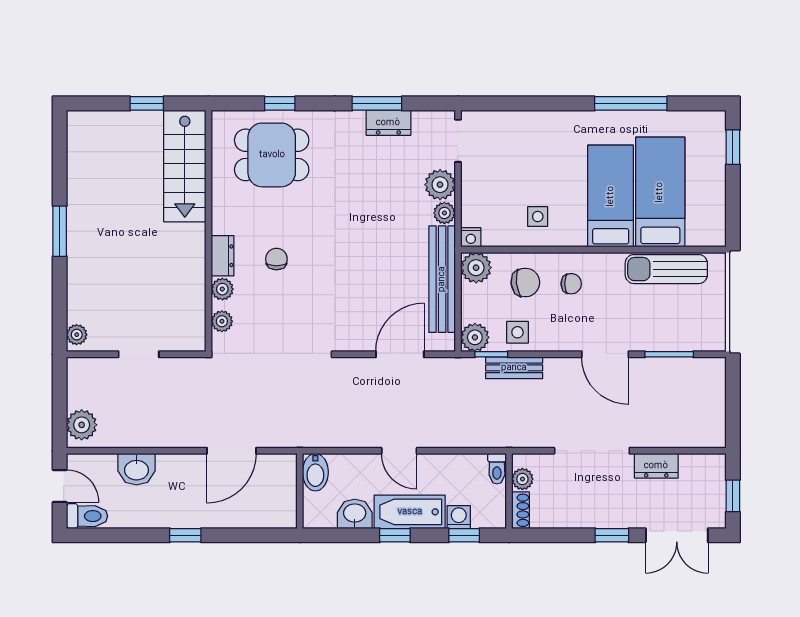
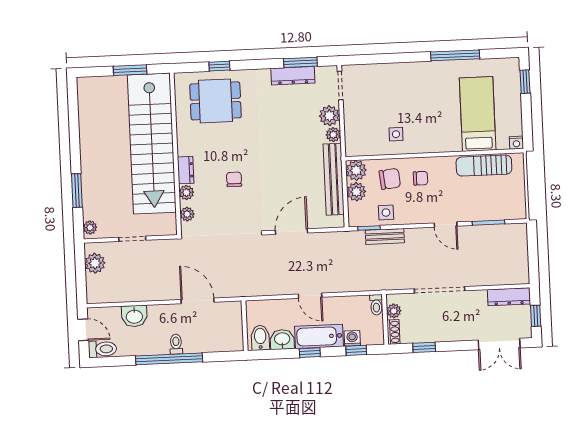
window: (147, 103) -> (130, 70), width x1.50
window: (377, 103) -> (300, 62), moved
dresser: (388, 123) -> (293, 76), width x1.44
stairs: (185, 166) -> (152, 144), width x1.86, depth x1.51
bed: (611, 196) -> (444, 118), removed
window: (60, 231) -> (77, 191), moved
nightstand: (471, 237) -> (516, 143), moved
chair: (276, 259) -> (234, 179), moved
plant: (475, 337) -> (356, 192), moved
door: (400, 354) -> (292, 232), moved
door: (605, 354) -> (446, 225), width x0.73
plant: (82, 425) -> (95, 263), moved
door: (232, 451) -> (198, 301), swing flipped
dresser: (656, 466) -> (509, 297), moved, width x1.44
bidet: (315, 472) -> (260, 338), moved, turned 180
toilet: (197, 514) -> (176, 344), added
window: (185, 535) -> (169, 359), width x3.17
window: (612, 535) -> (424, 347), moved

